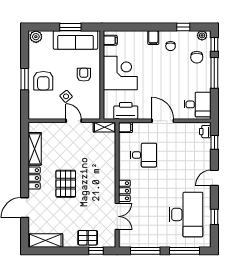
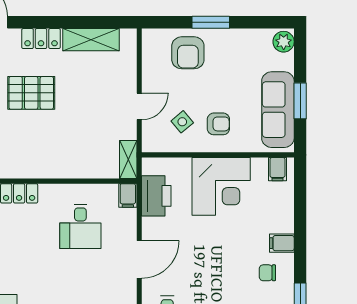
armchair: (43, 81) -> (188, 53), moved, turned -90
side table: (66, 96) -> (182, 122), moved

